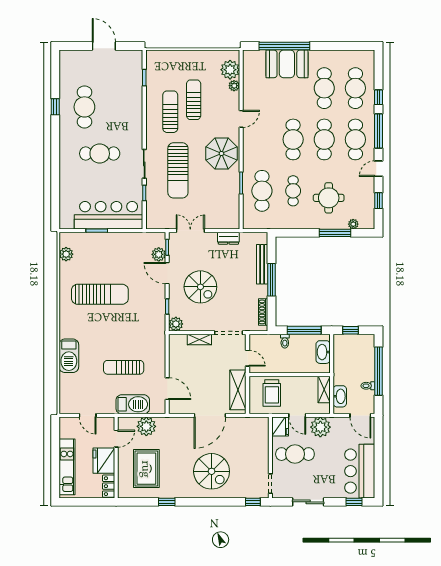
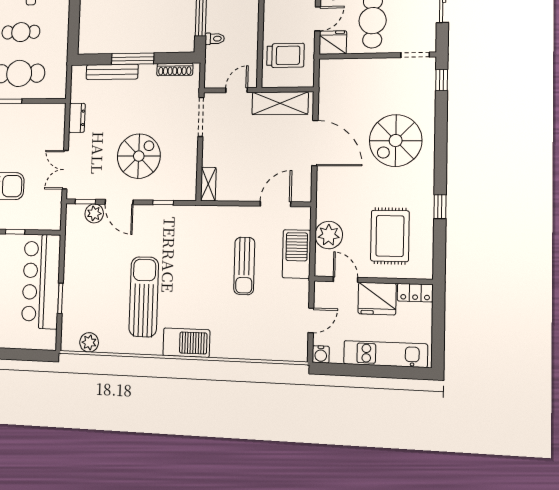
door: (167, 273) -> (119, 202), hinge flipped
plant: (176, 324) -> (187, 191), removed
shelving: (199, 339) -> (208, 184), moved
barbecue: (69, 356) -> (186, 343), moved
water cooler: (65, 423) -> (321, 354), added
rug: (146, 469) -> (390, 236), turned 90
spiral stairs: (212, 471) -> (396, 141), turned 180

